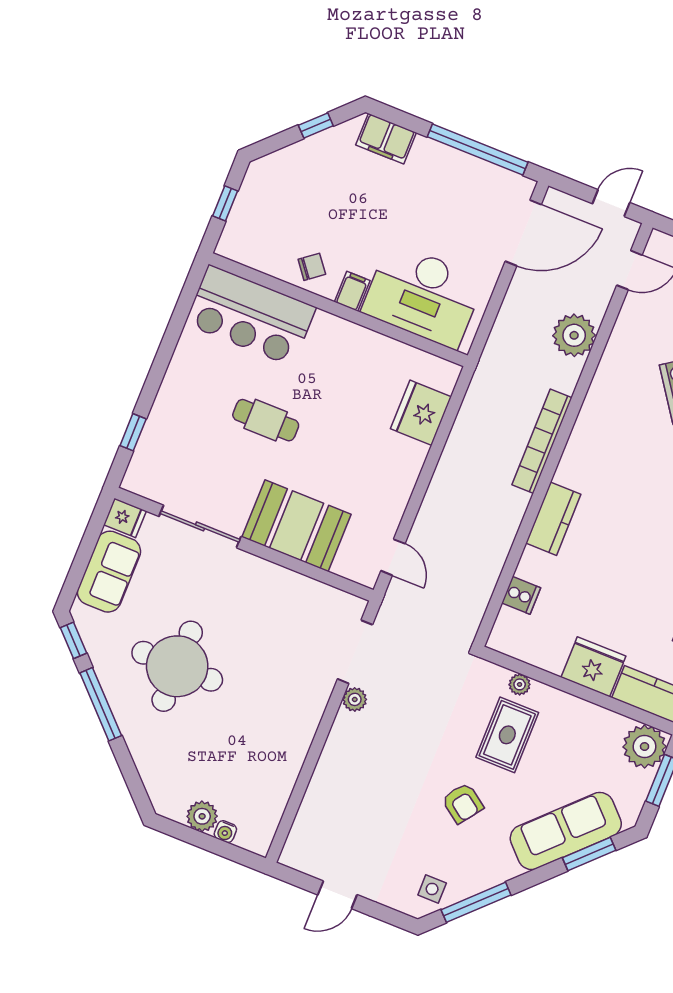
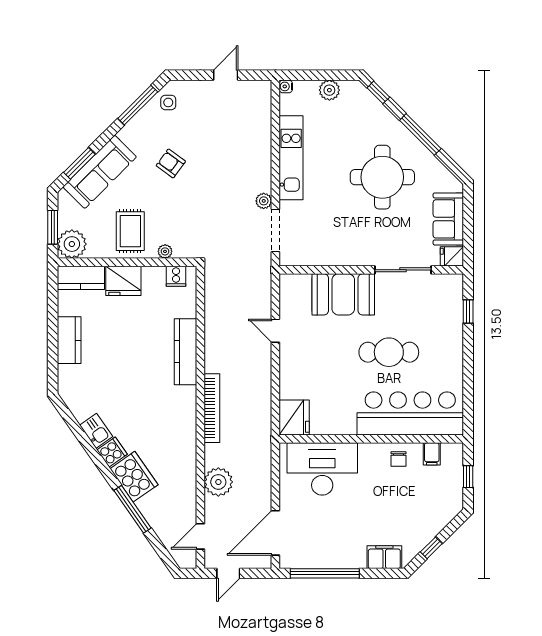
chair: (312, 267) -> (398, 459), turned -52
filing cabinet: (352, 291) -> (432, 454), moved
bar counter: (250, 315) -> (410, 414), width x1.36
fridge: (421, 413) -> (294, 418), moved
cafe table: (266, 420) -> (389, 352), width x1.37, depth x1.35
kitchen counter: (553, 519) -> (185, 352), width x1.50
door: (393, 557) -> (275, 331), moved
cooker: (521, 595) -> (176, 276), moved, turned -90
window: (73, 640) -> (378, 92), moved
rug: (507, 735) -> (130, 231), moved
kitchen unit: (293, 744) -> (291, 158), added
water cooler: (225, 832) -> (286, 86), moved, turned -90

